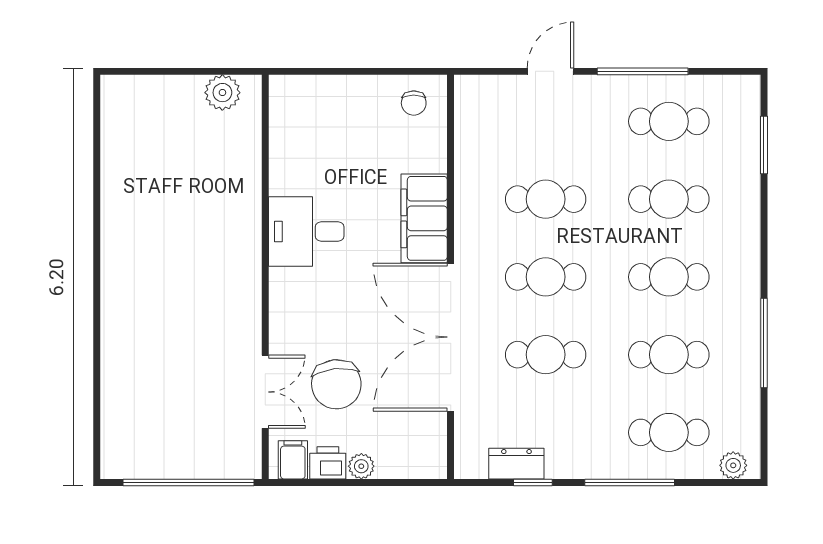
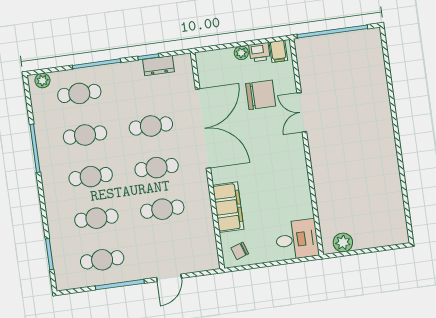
chair: (414, 103) -> (240, 251), turned -109
filing cabinet: (424, 218) -> (228, 207), moved
desk: (306, 232) -> (297, 239), moved
chair: (336, 384) -> (261, 95), turned 96
double door: (265, 392) -> (302, 112), moved

